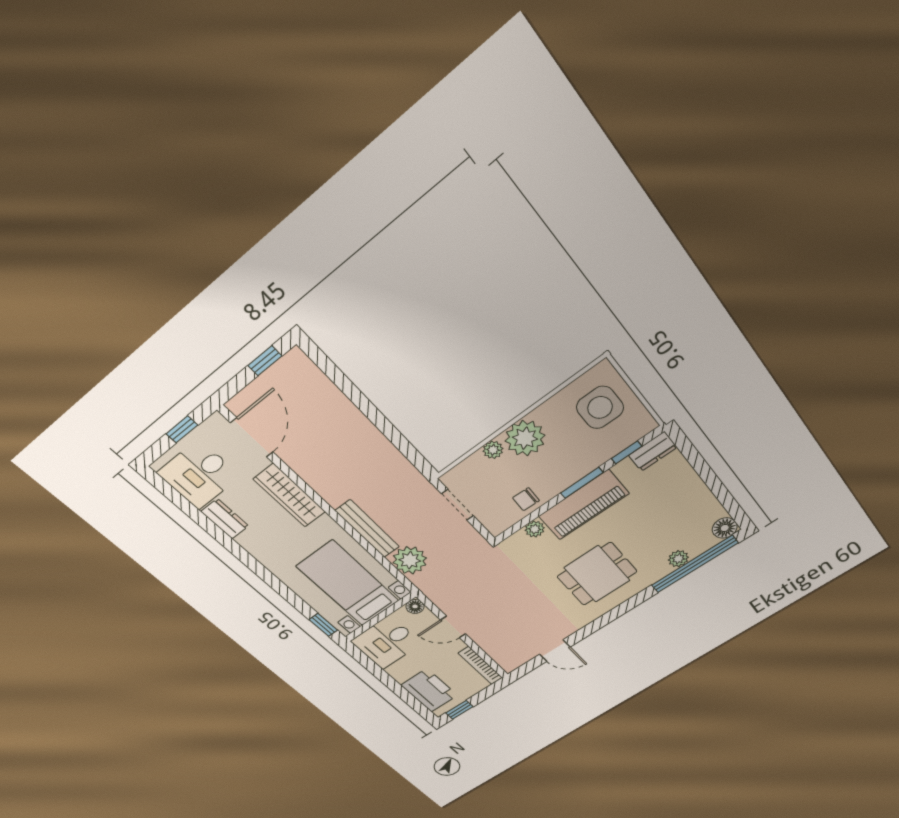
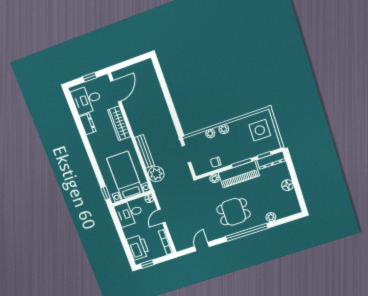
window: (265, 361) -> (136, 60), removed
plant: (525, 438) -> (224, 129), width x0.53, depth x0.53
dresser: (653, 451) -> (271, 160), width x1.44
floor lamp: (725, 528) -> (287, 185), moved
window: (694, 564) -> (247, 232), moved
door: (453, 627) -> (162, 216), hinge flipped
door: (555, 651) -> (202, 247), swing flipped

